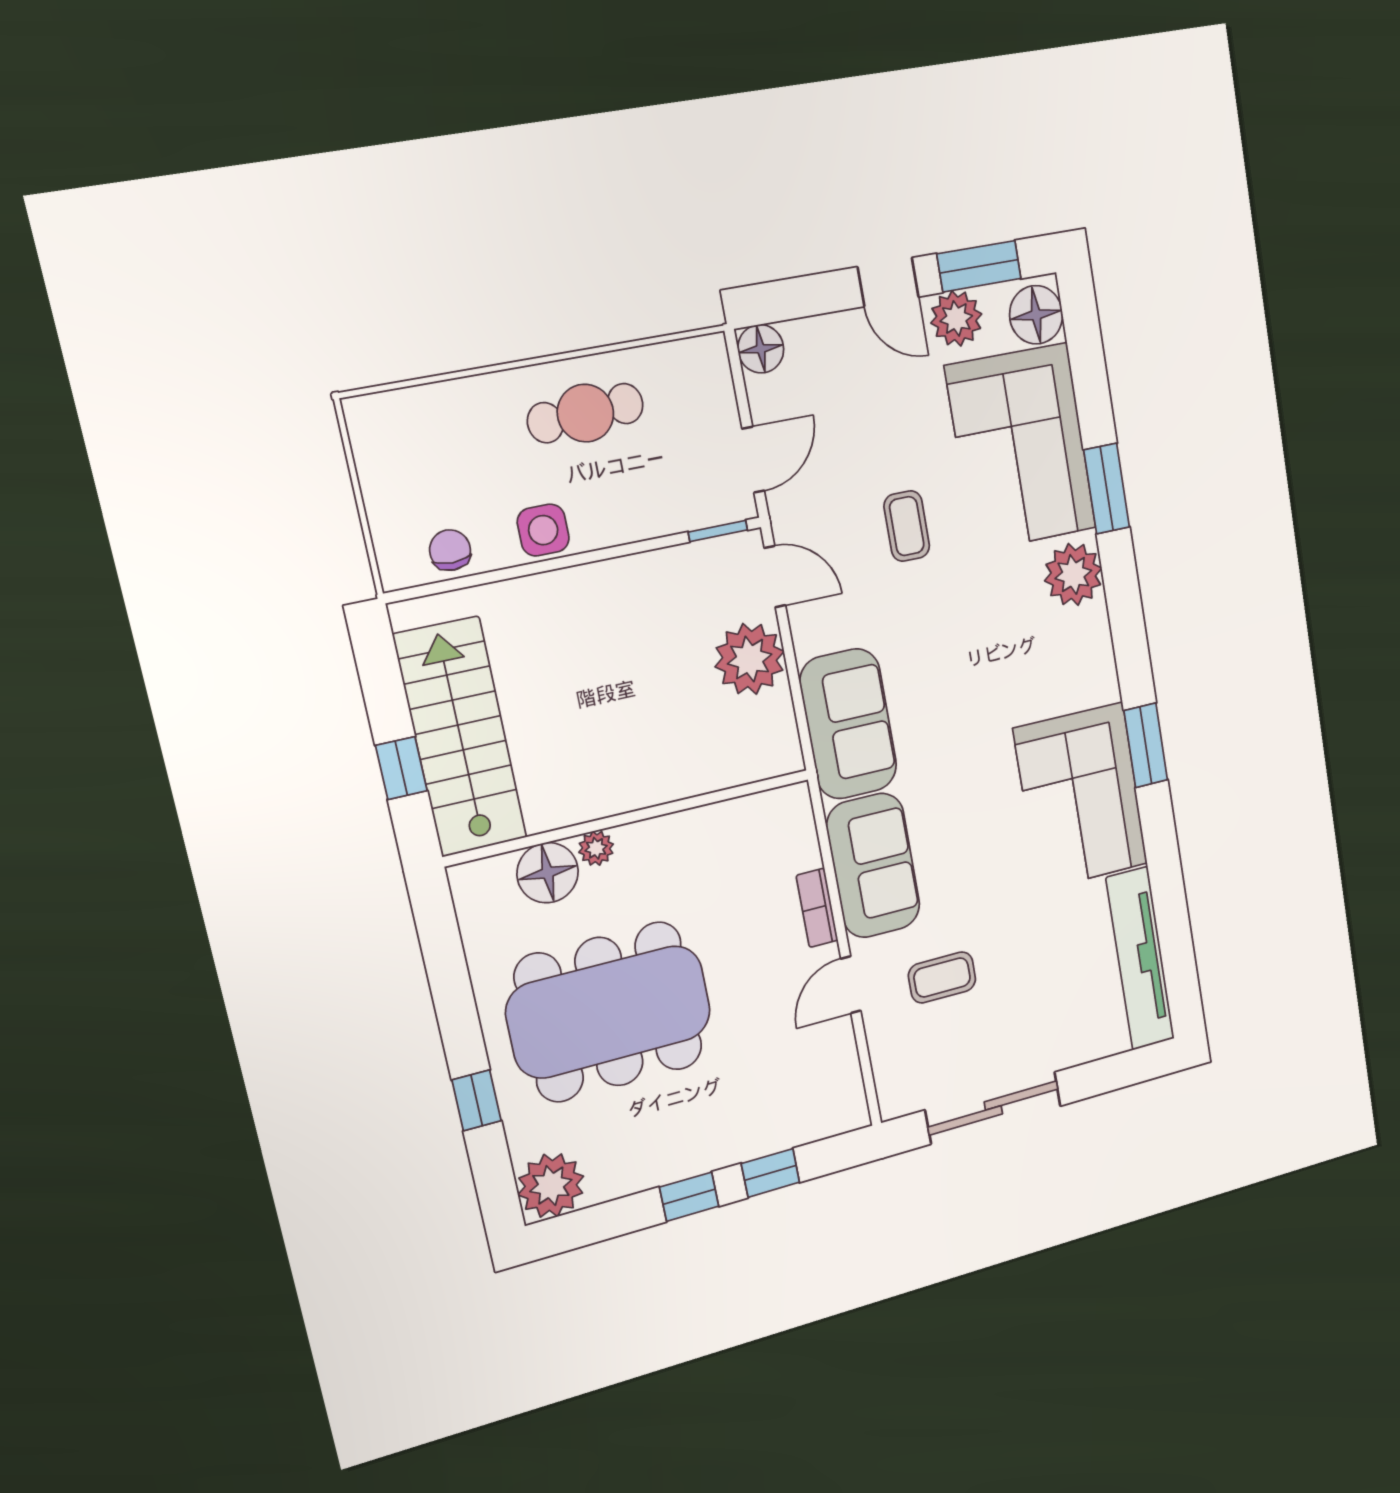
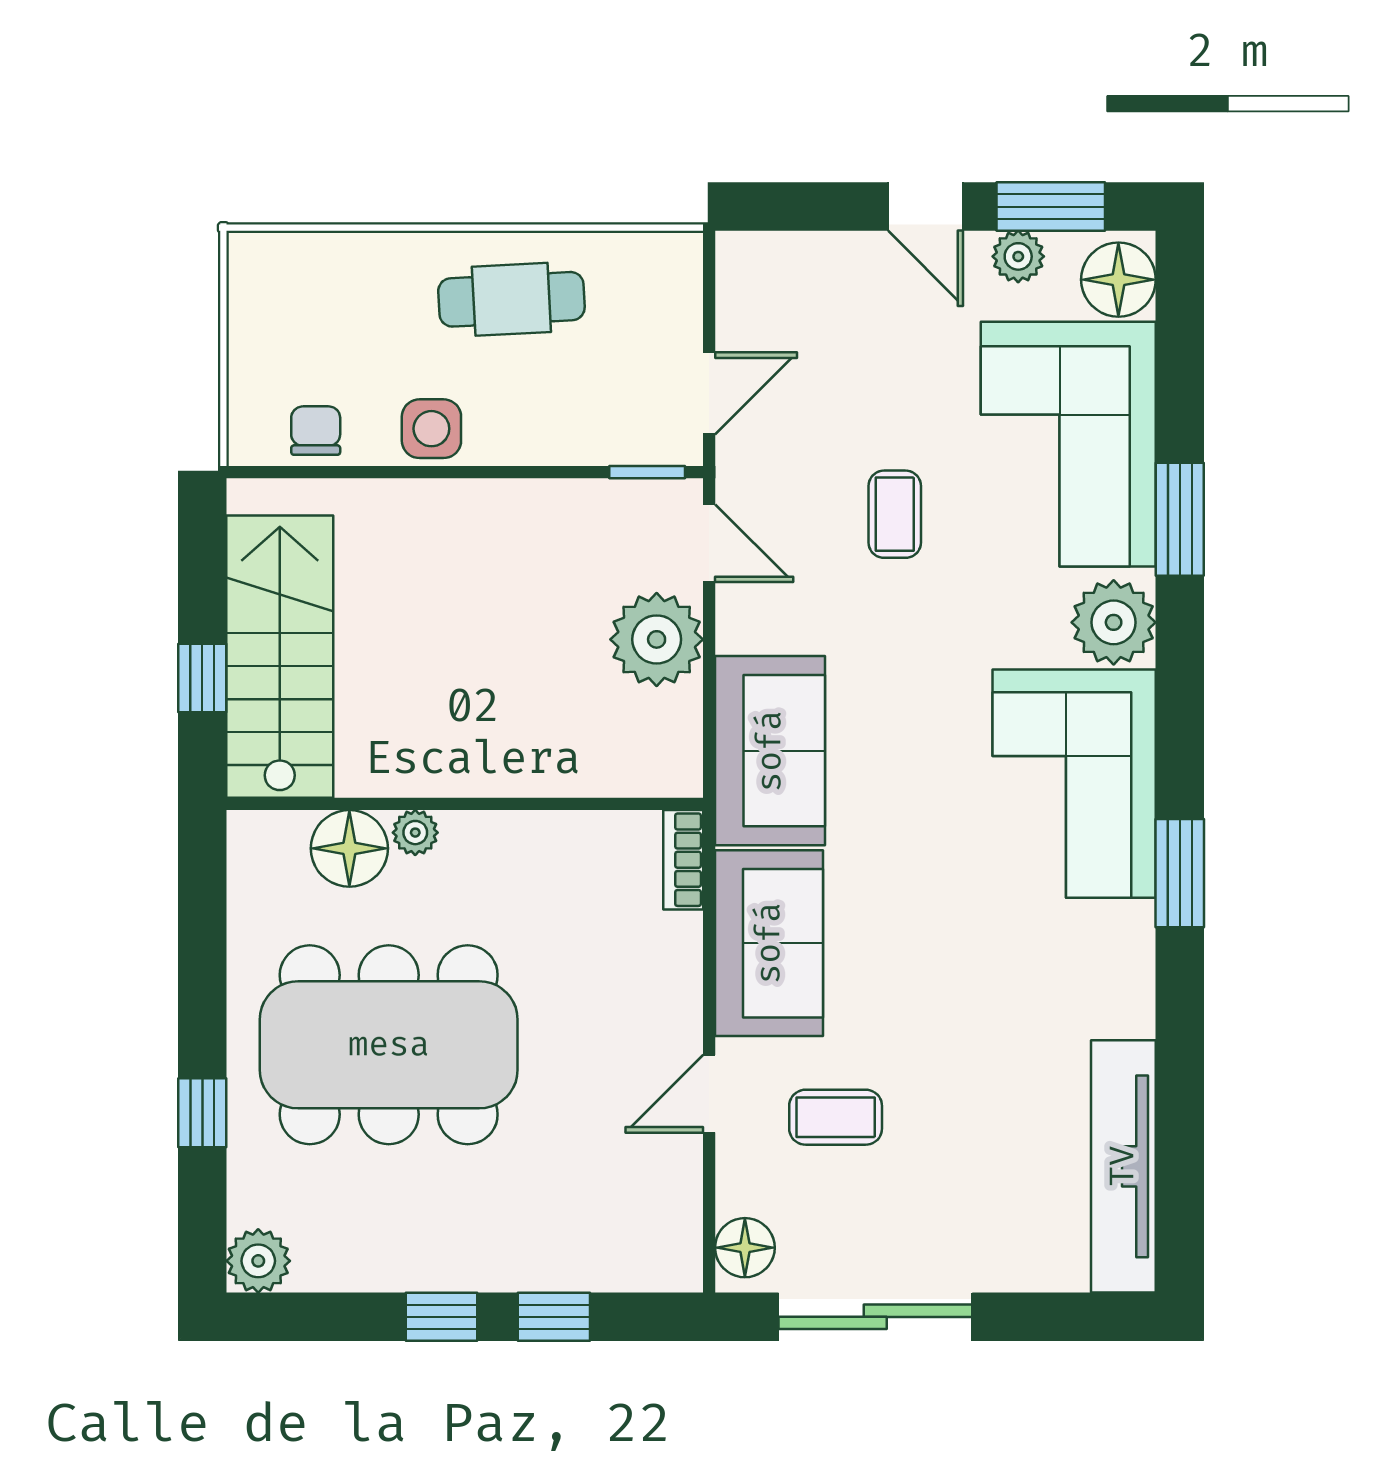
plant: (956, 318) -> (1018, 256), width x0.73, depth x0.73
floor lamp: (761, 349) -> (745, 1248), moved
corner sofa: (1081, 797) -> (1074, 784), moved
bookcase: (817, 908) -> (683, 860), moved
plant: (551, 1186) -> (258, 1261), width x0.73, depth x0.73

